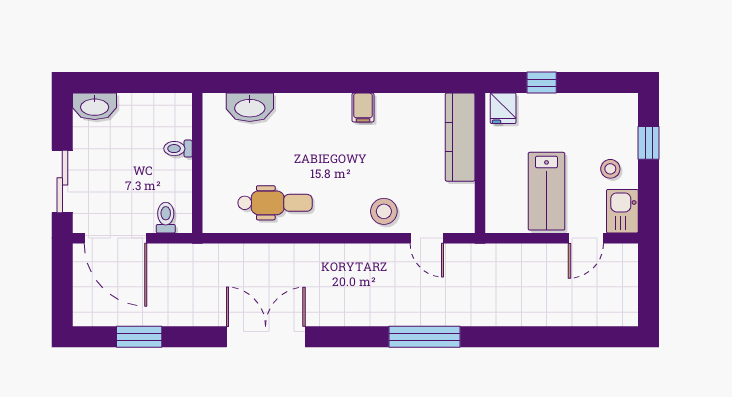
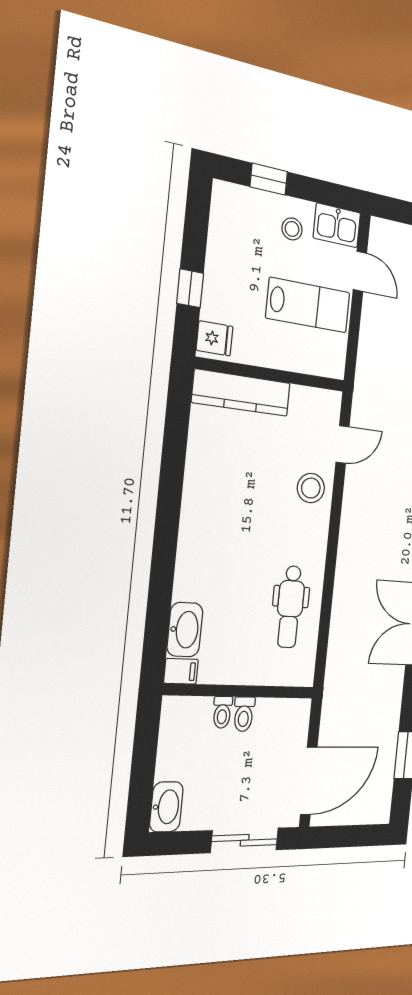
filing cabinet: (363, 108) -> (181, 671), moved
dental chair: (275, 203) -> (290, 607), turned 180
toilet: (166, 218) -> (244, 714), moved, turned -90

